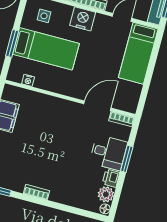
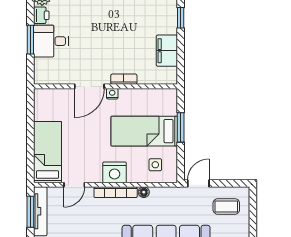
nightstand: (28, 80) -> (112, 94), moved
door: (97, 106) -> (89, 86), moved
bookcase: (122, 119) -> (124, 79), moved

